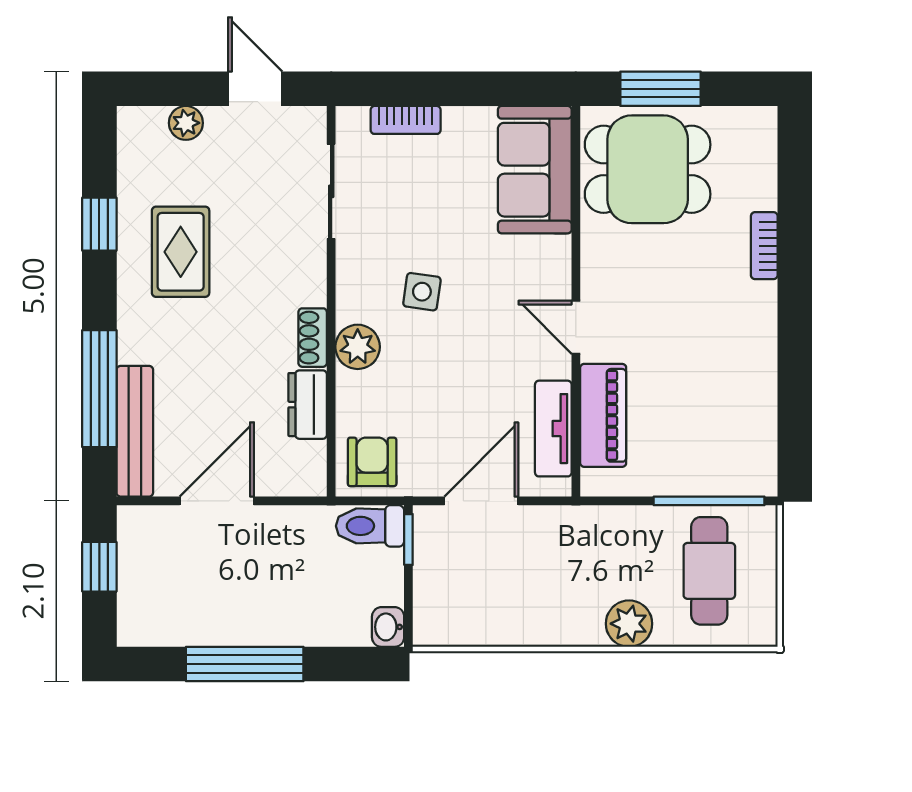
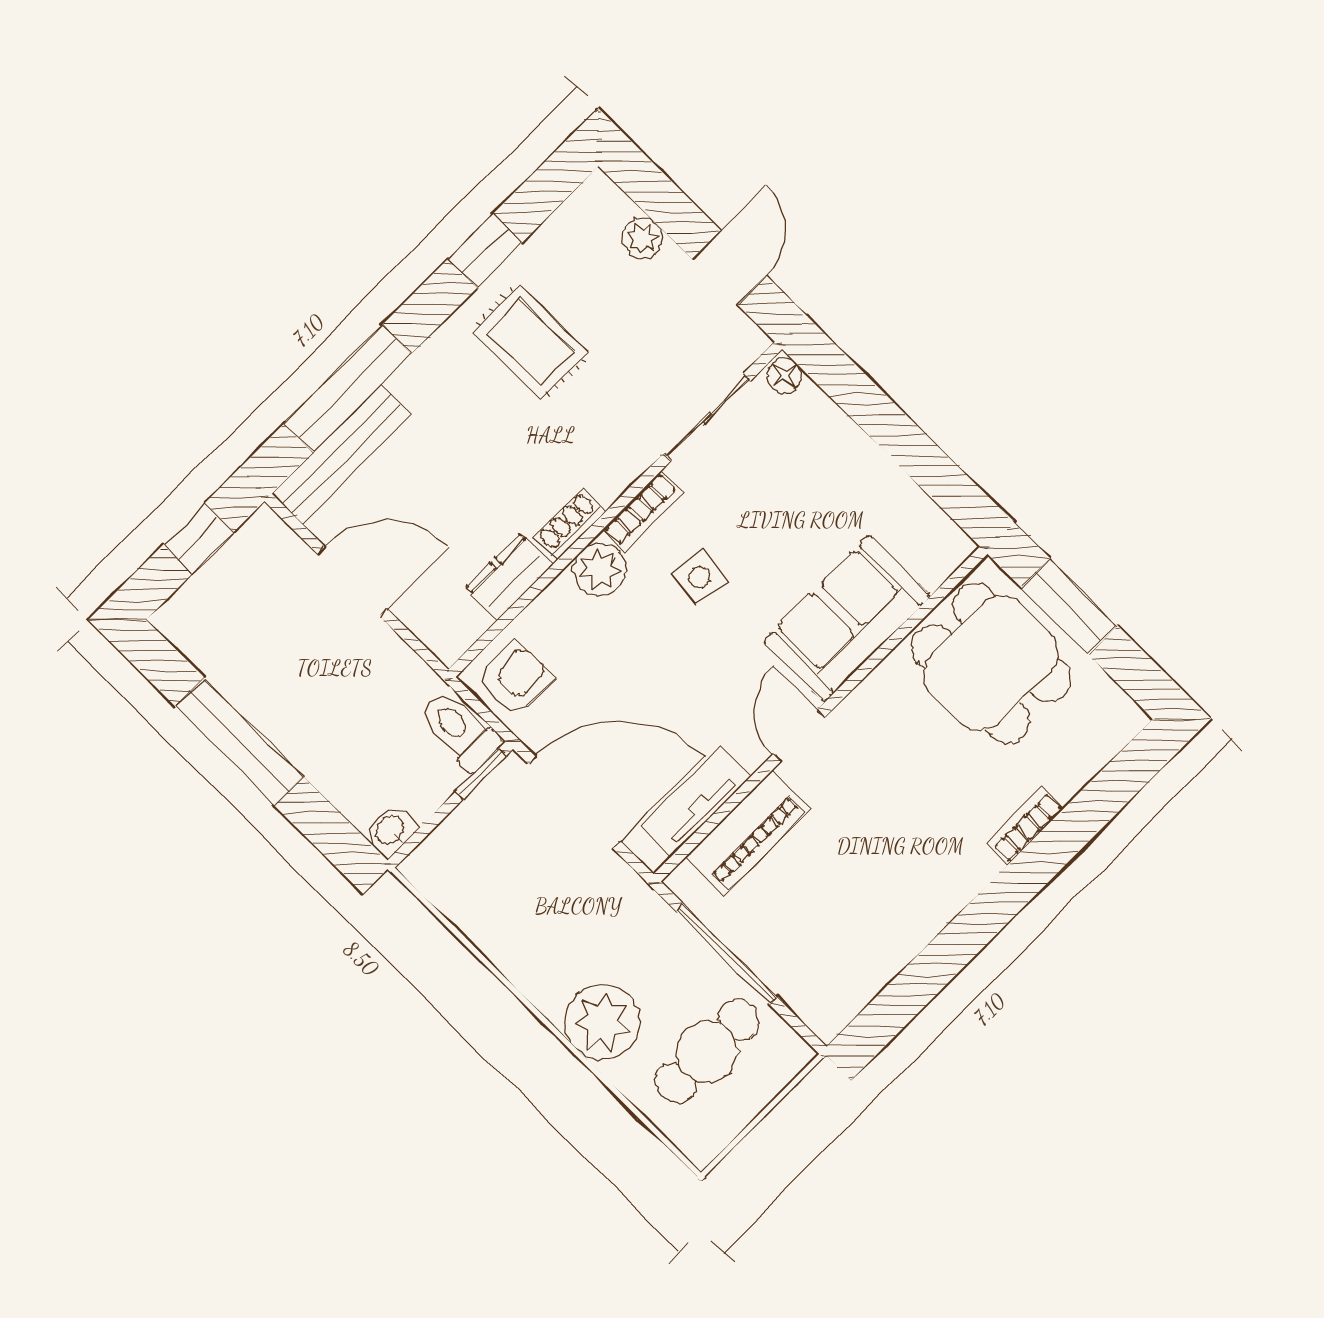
floor lamp: (353, 120) -> (785, 376), added
bookcase: (406, 120) -> (643, 512), moved, turned -90
sofa: (535, 170) -> (847, 619), moved
rug: (181, 252) -> (530, 342), turned 90
door: (481, 501) -> (574, 802), width x1.36
window: (709, 501) -> (727, 954), moved
plant: (629, 624) -> (603, 1022), width x1.36, depth x1.36

